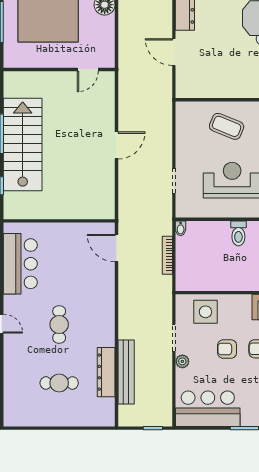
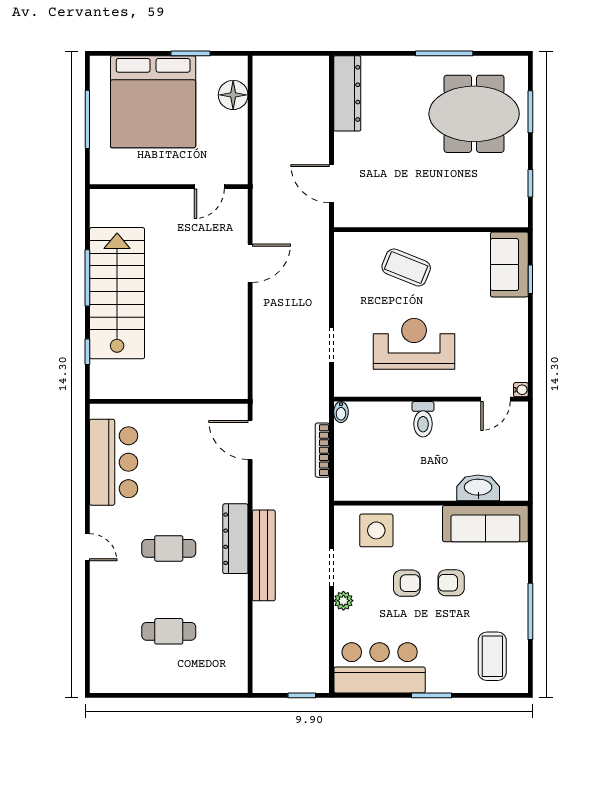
door: (174, 52) -> (332, 184), moved
door: (117, 145) -> (250, 263), moved
cafe table: (59, 324) -> (169, 548), turned 90
armchair: (227, 349) -> (407, 583), turned 180
dresser: (106, 372) -> (235, 539), moved
bench: (126, 372) -> (264, 555), moved

